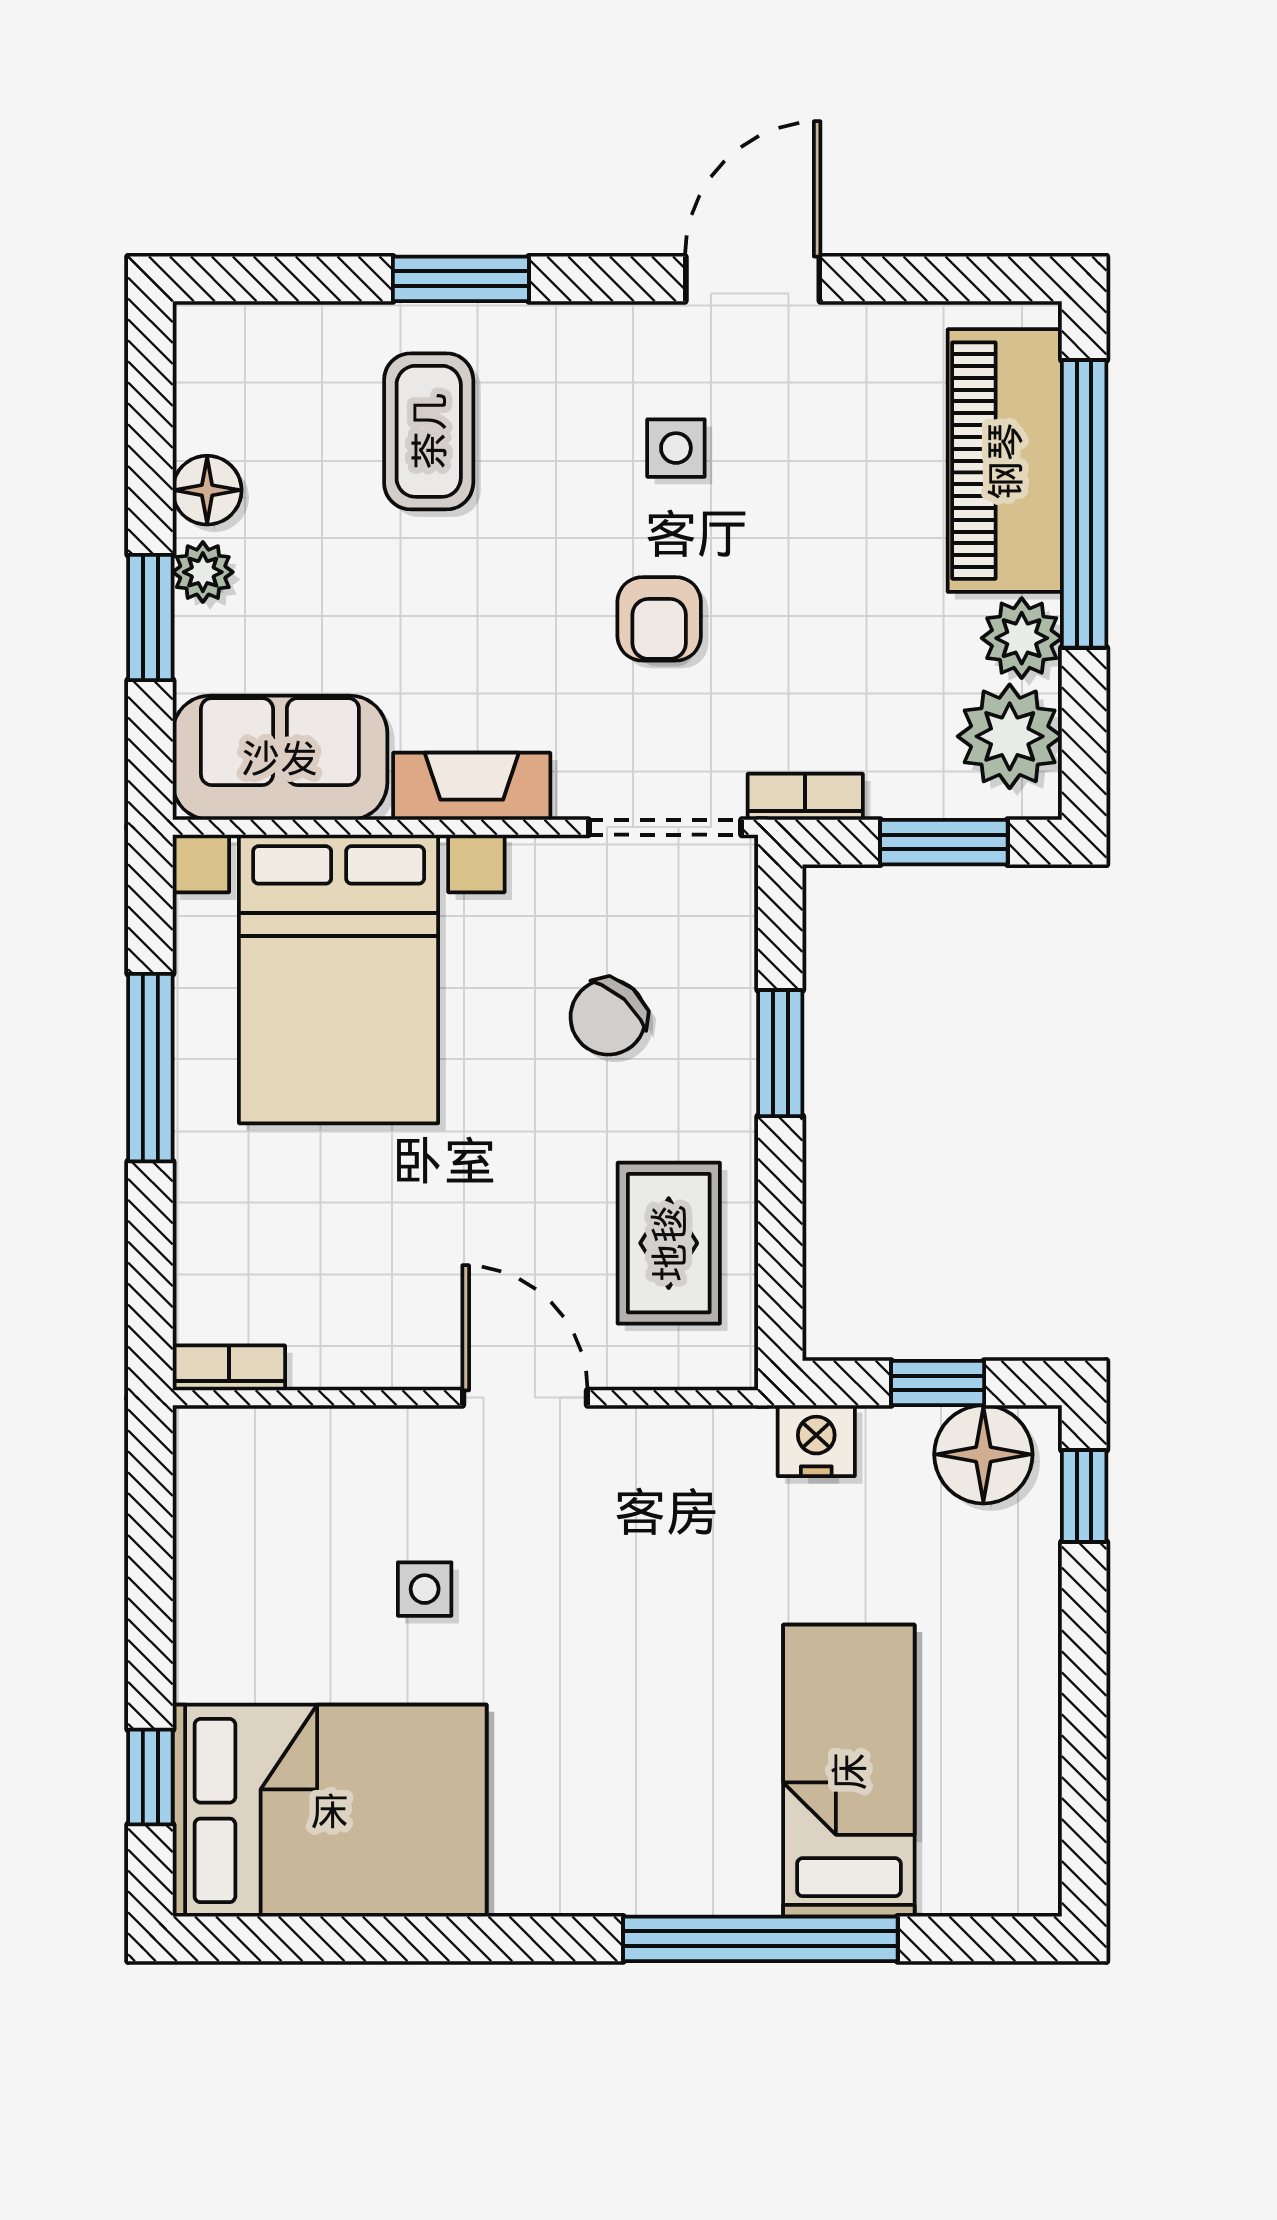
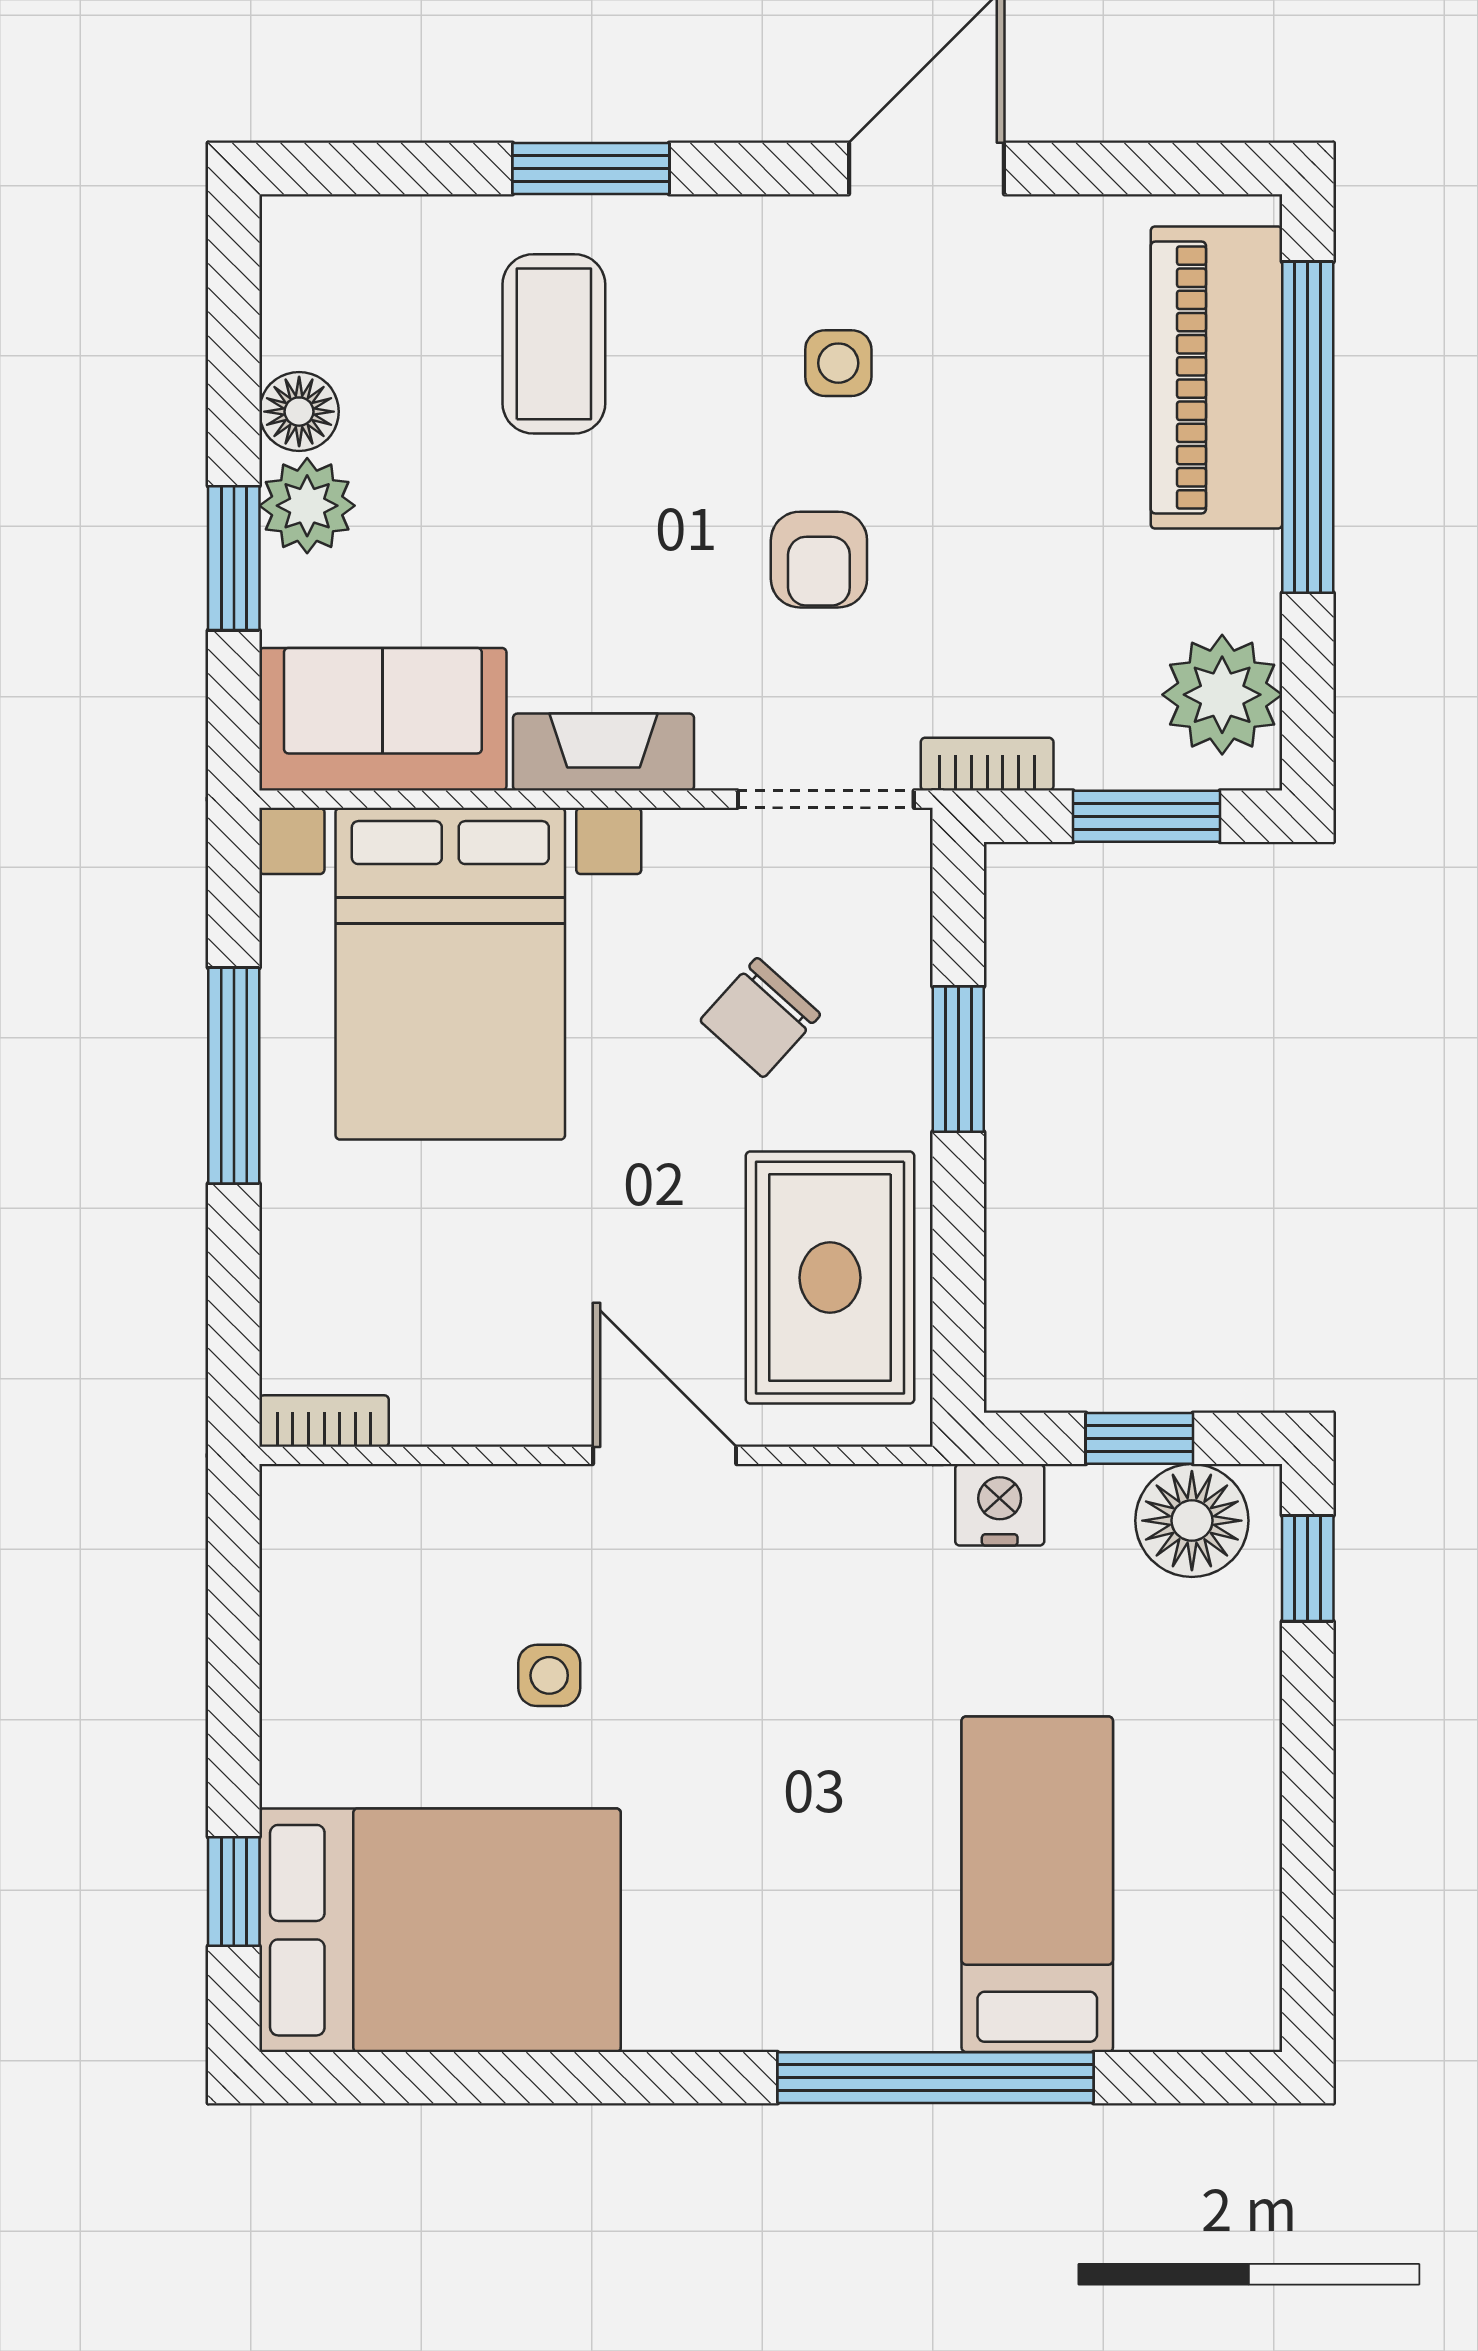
plant: (203, 572) -> (307, 506), width x1.38, depth x1.38
plant: (1022, 638) -> (1236, 582), removed
rug: (669, 1243) -> (830, 1278), width x1.36, depth x1.43

